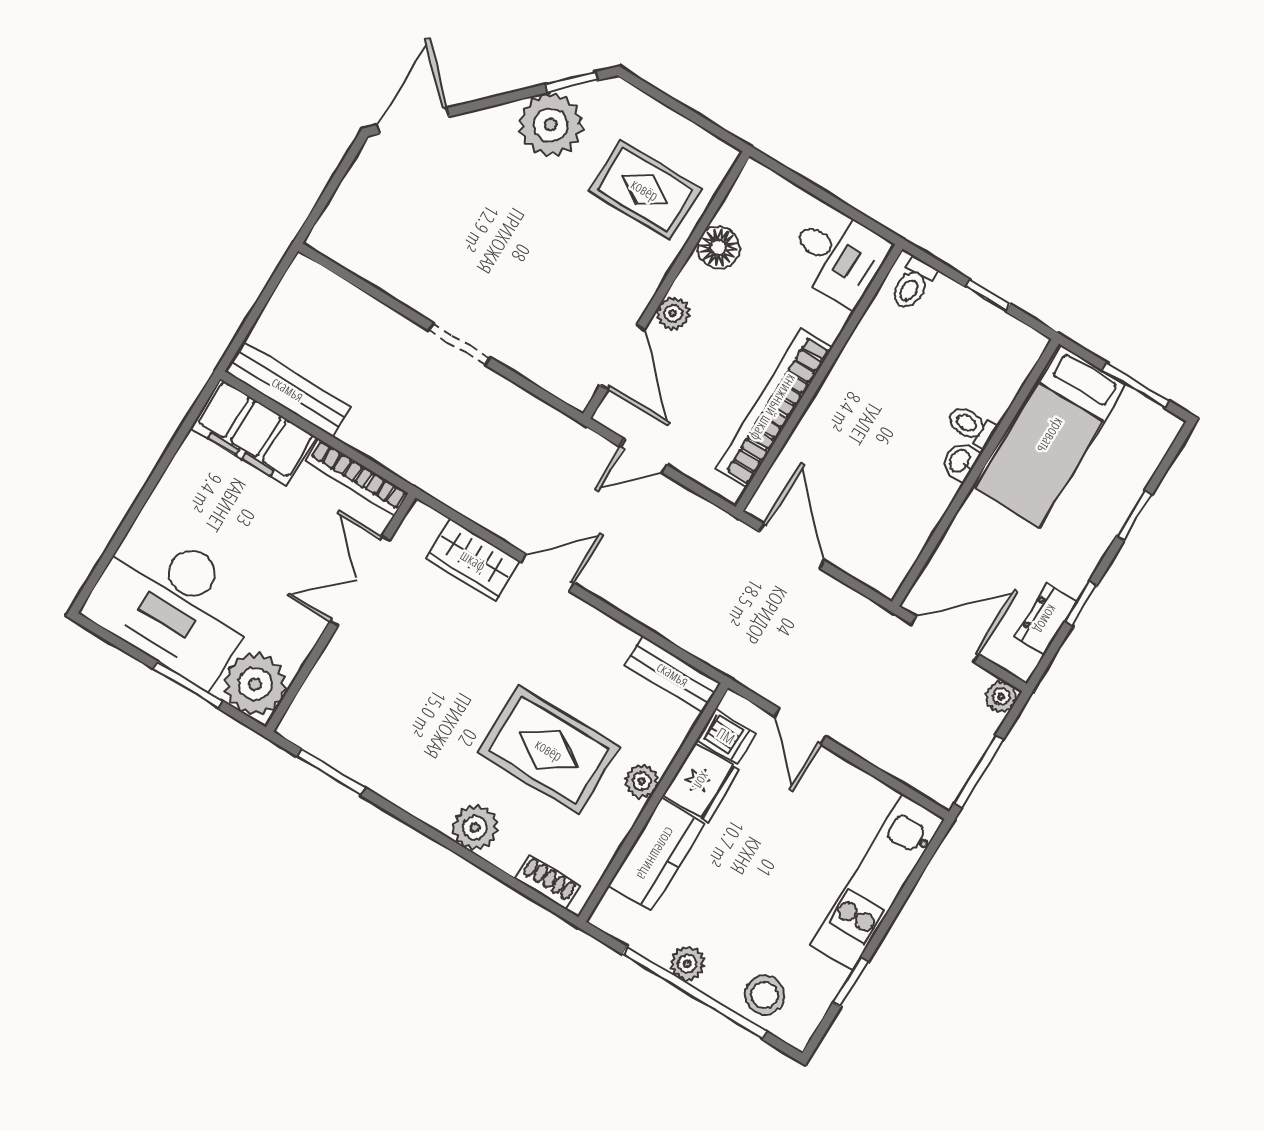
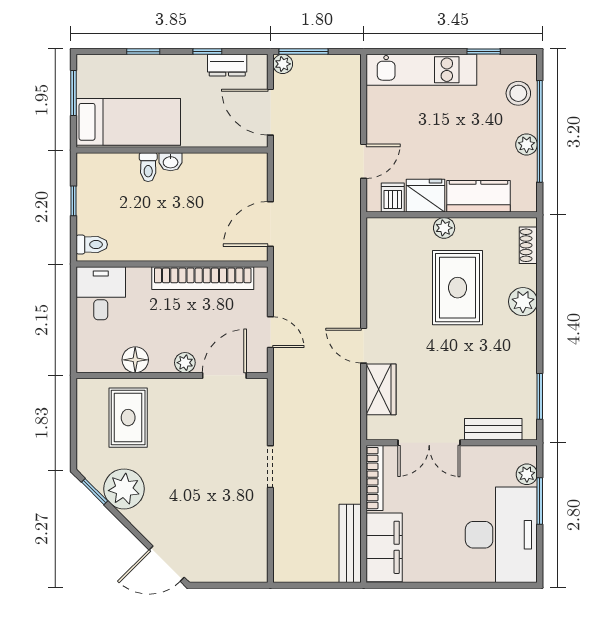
bench: (673, 674) -> (493, 429), moved, turned 90
plant: (255, 684) -> (527, 474), width x0.53, depth x0.53
window: (979, 771) -> (303, 52), moved

